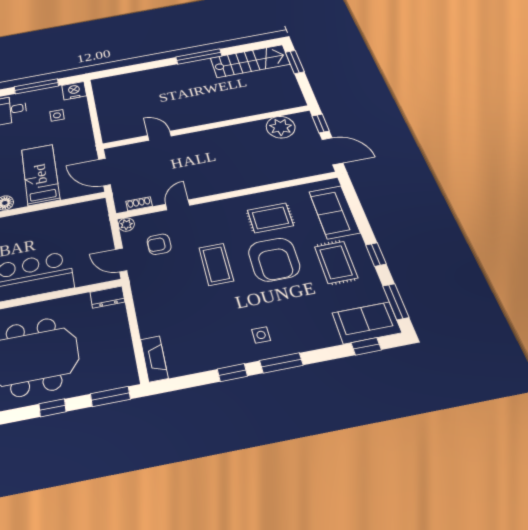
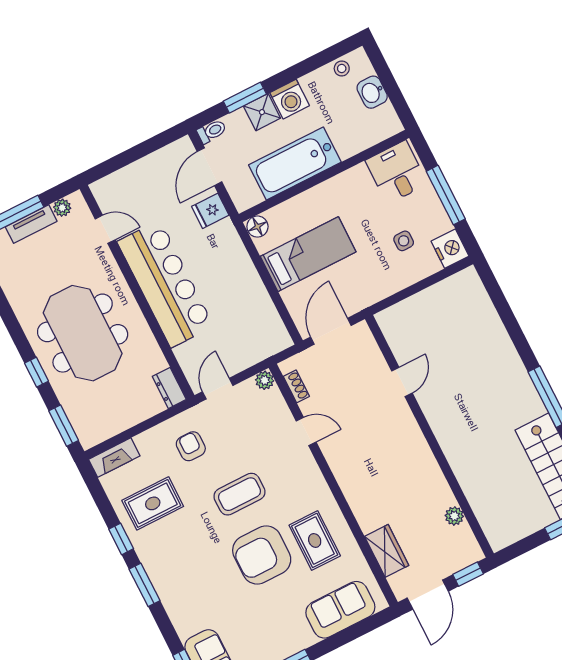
plant: (281, 127) -> (454, 516), width x0.53, depth x0.53
wardrobe: (290, 171) -> (387, 551), added
armchair: (159, 244) -> (191, 446), moved
rug: (336, 262) -> (153, 503), moved
side table: (261, 335) -> (169, 559), removed

